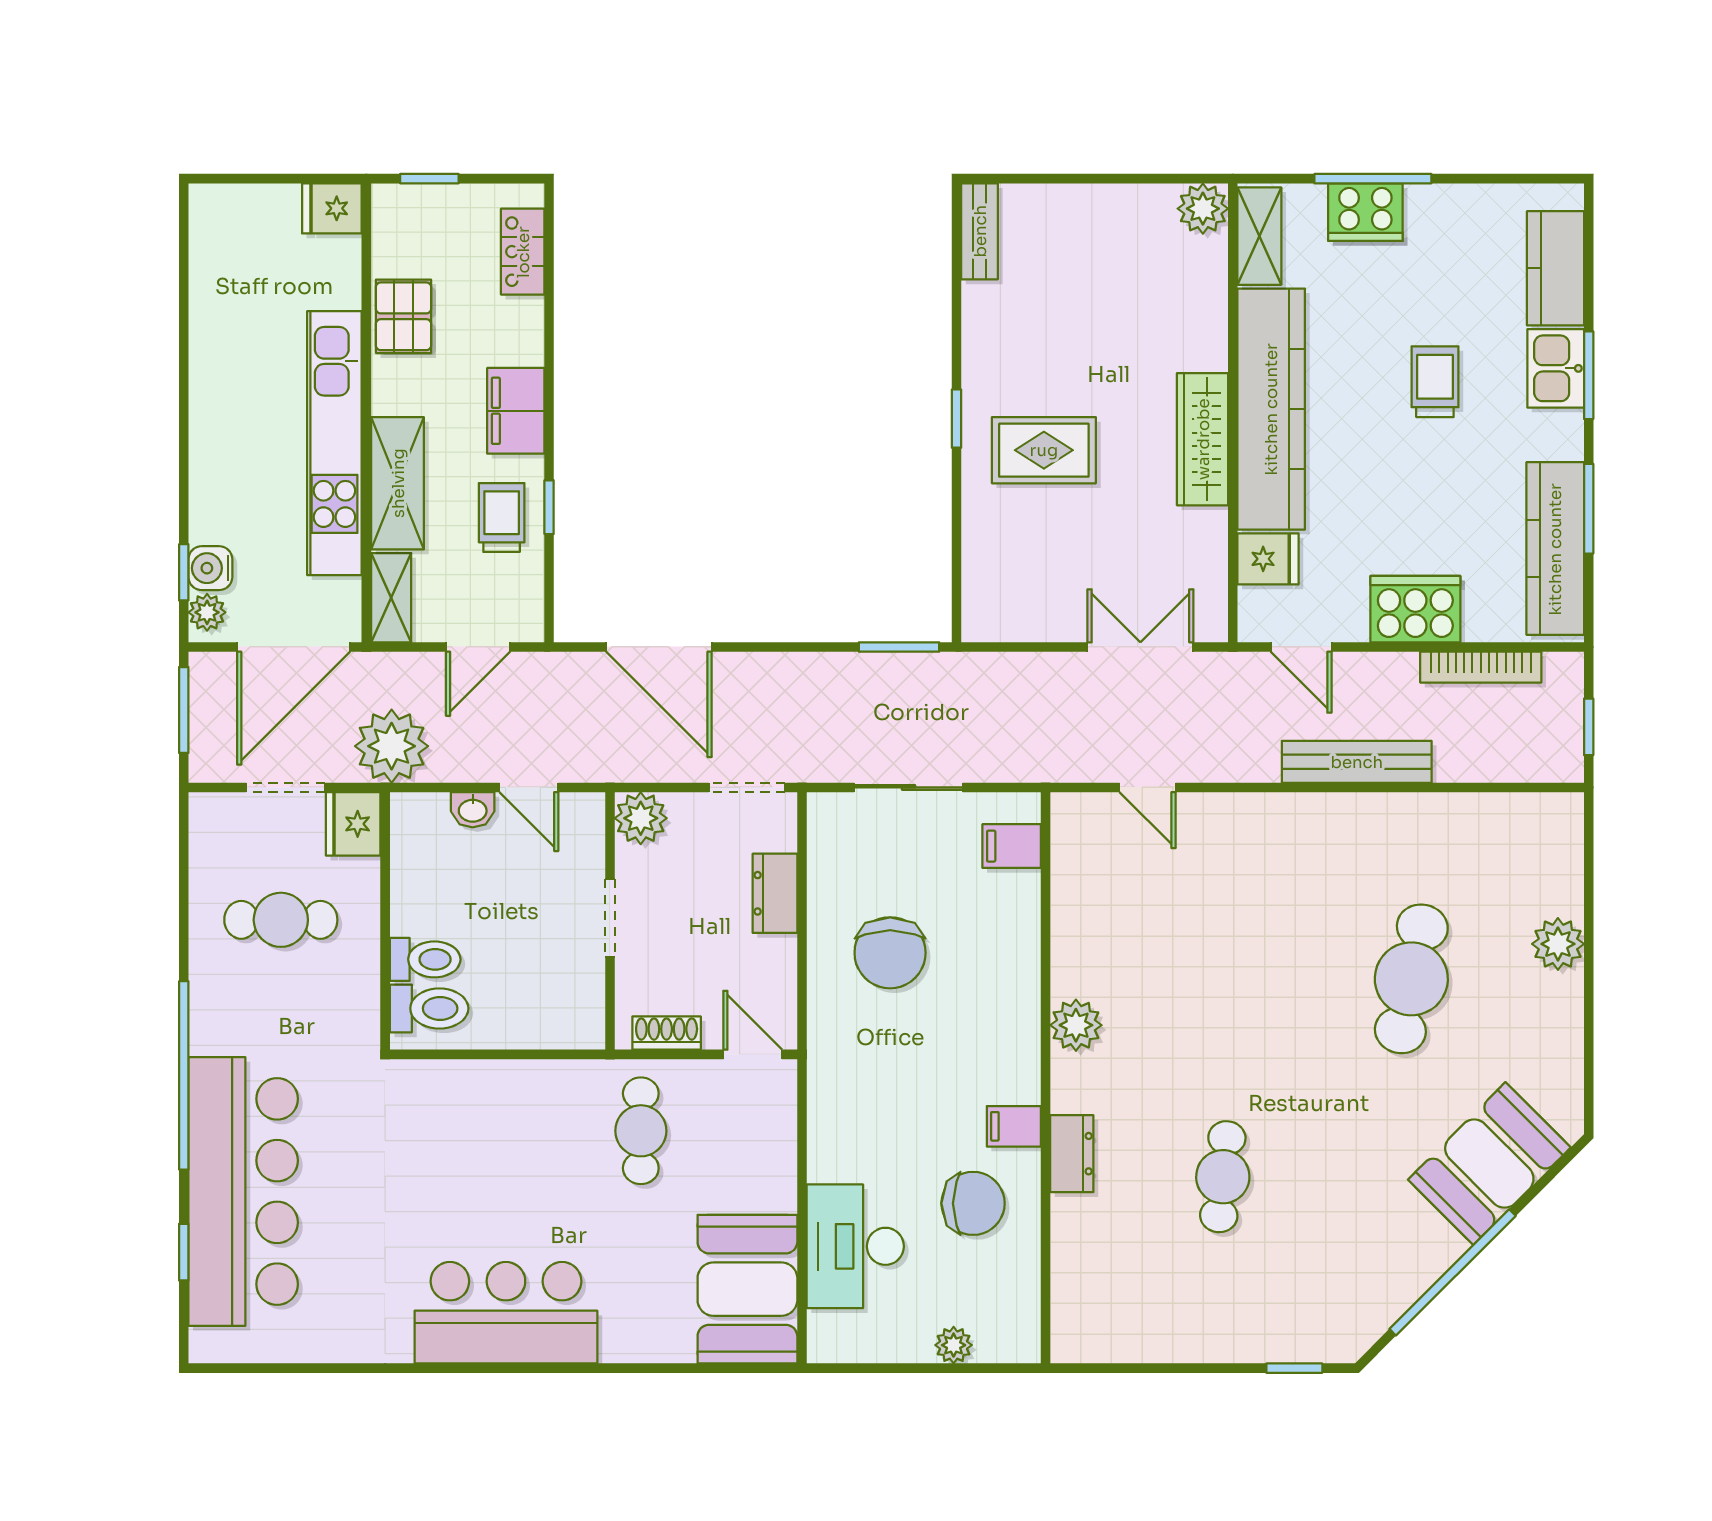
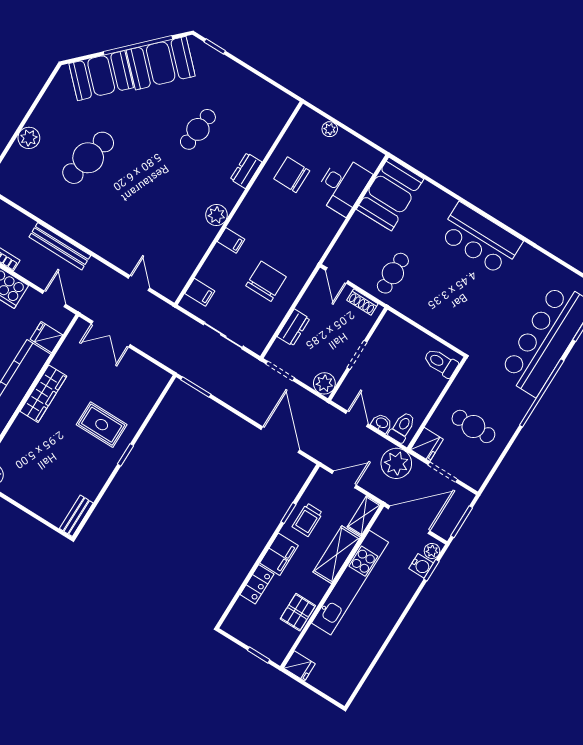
locker: (523, 252) -> (257, 584), moved
toilet: (425, 959) -> (402, 427), moved, turned 90
filing cabinet: (1014, 1126) -> (231, 240), moved
booth: (1383, 1265) -> (161, 63), added

